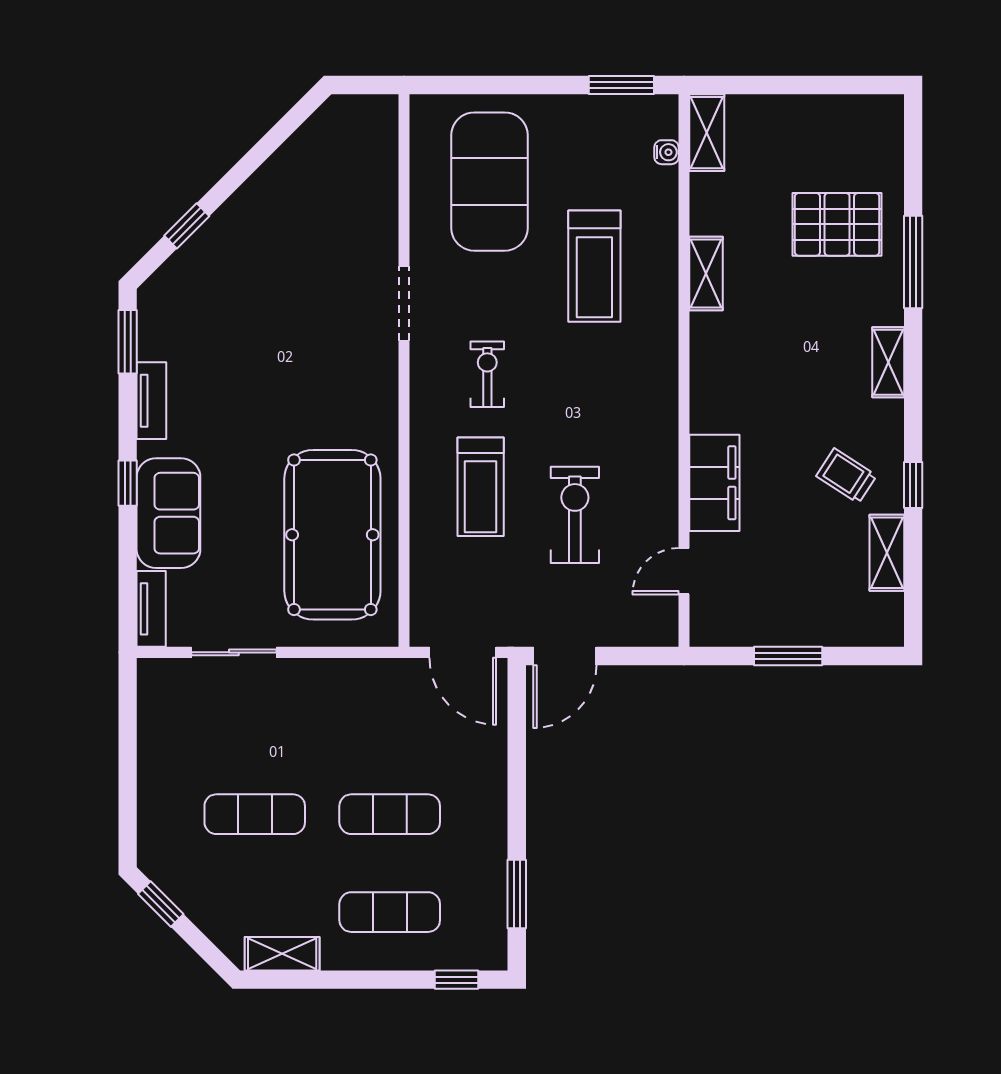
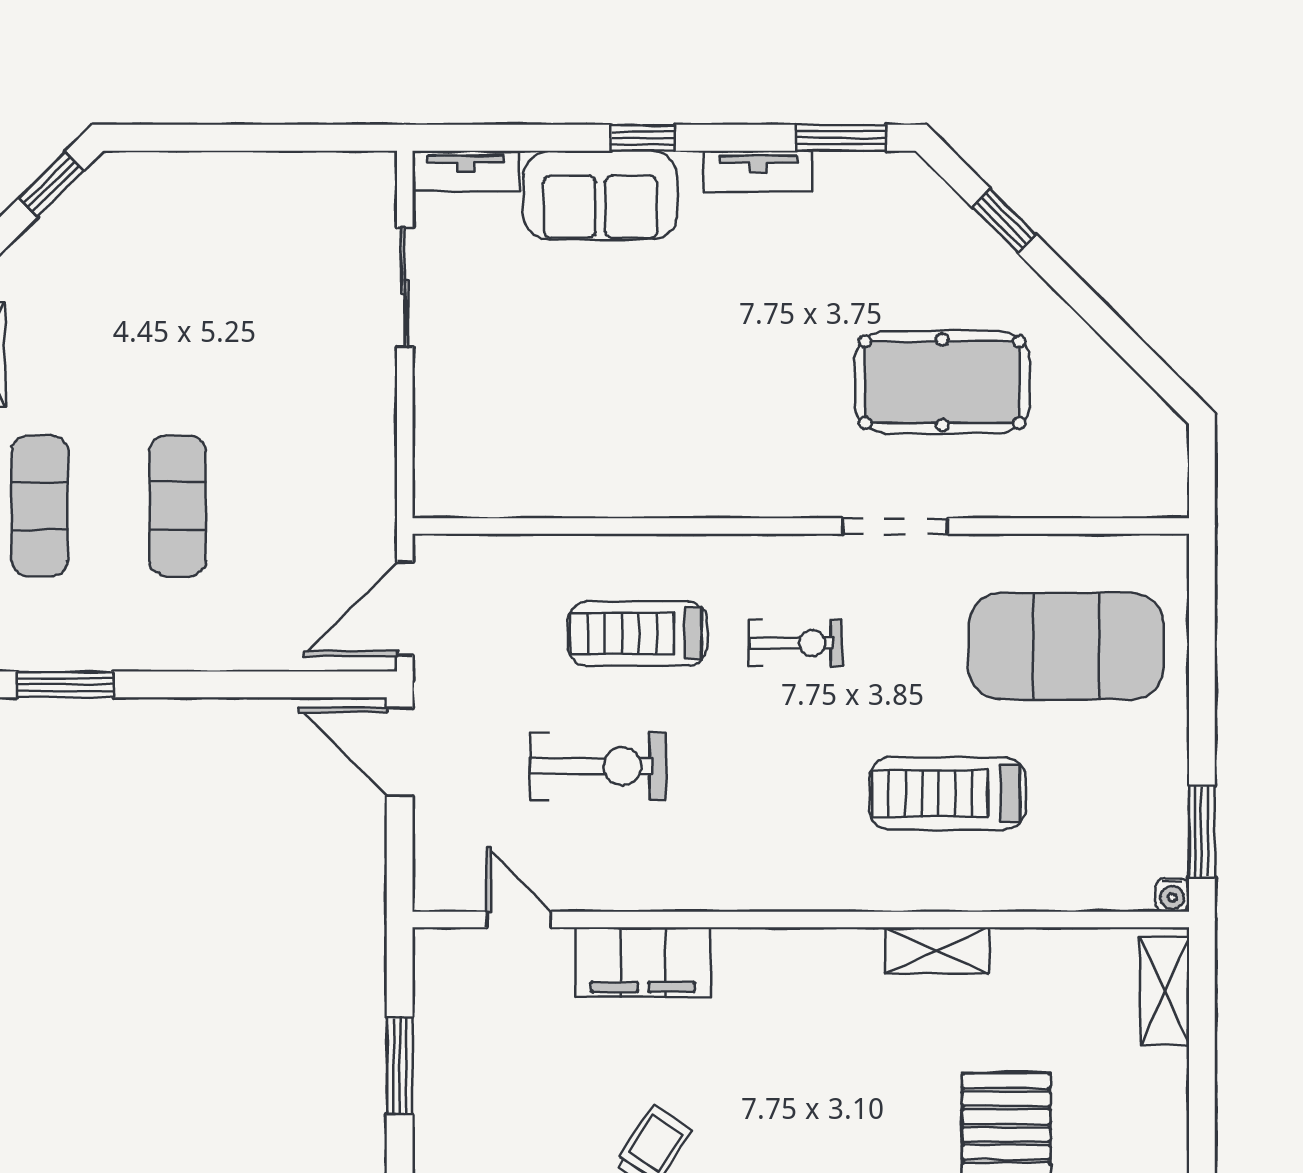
shelving: (707, 133) -> (1165, 991), moved, turned 90
water cooler: (666, 152) -> (1172, 895), moved
pool table: (332, 535) -> (942, 382), moved, width x0.73, depth x0.76
exercise mat: (255, 814) -> (177, 316), removed

